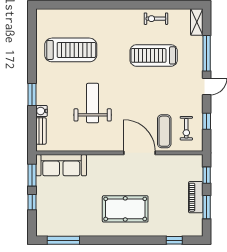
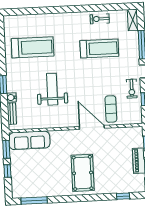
treadmill: (154, 55) -> (99, 49), turned 180
exercise bike: (186, 128) -> (132, 89), moved
pool table: (125, 209) -> (83, 173), turned 90

